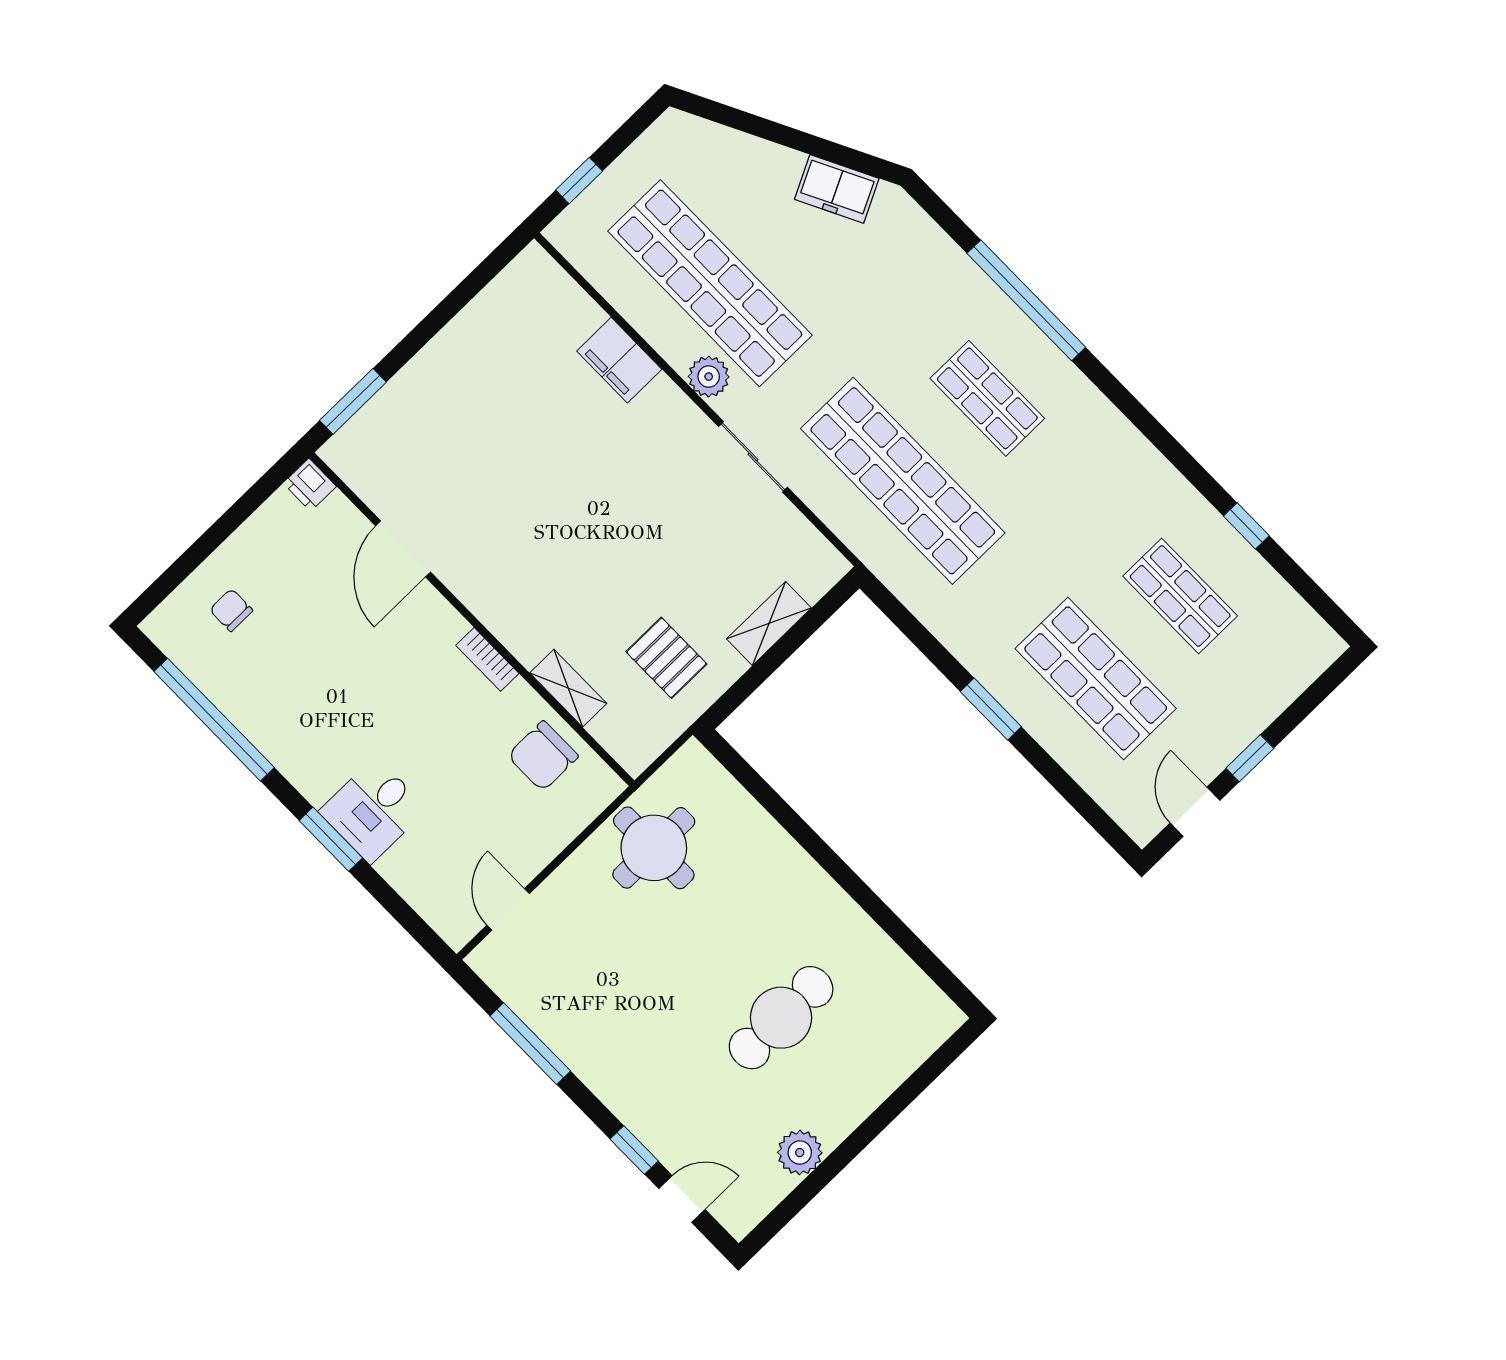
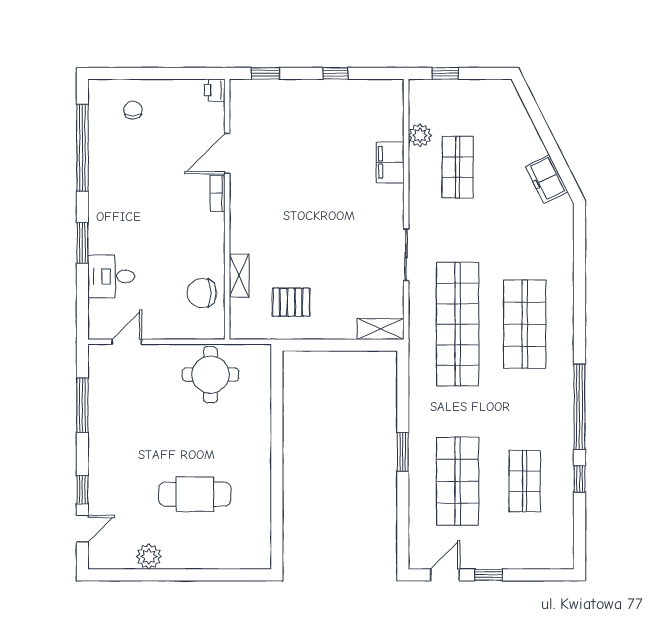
shop shelf: (710, 283) -> (458, 167), width x0.50, depth x0.74
window: (1026, 300) -> (580, 407), moved
window: (441, 315) -> (335, 73), added
plant: (709, 377) -> (420, 135), moved
shop shelf: (987, 398) -> (525, 324), width x1.43, depth x1.36
window: (353, 401) -> (265, 73), width x0.67
shelving: (769, 623) -> (380, 329), moved
pallet: (666, 658) -> (291, 302), turned 90
bookcase: (487, 659) -> (218, 193), moved
desk: (373, 810) -> (111, 276), moved
door: (682, 1199) -> (82, 529), hinge flipped

